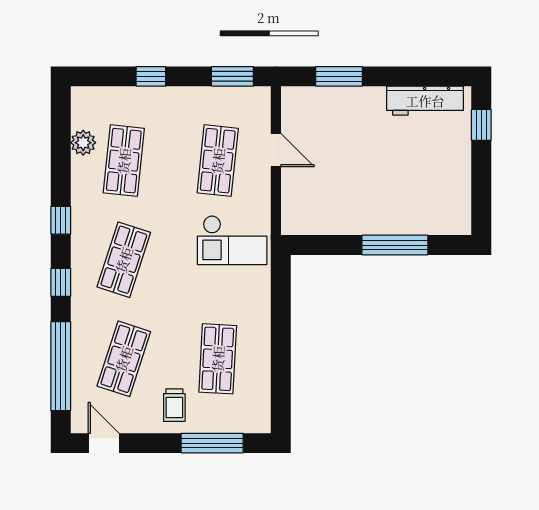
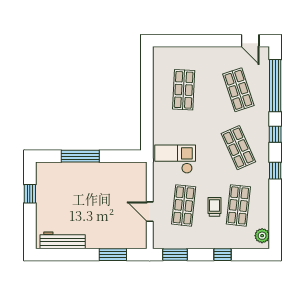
window: (481, 125) -> (30, 194), moved
plant: (83, 143) -> (262, 236), moved
shop shelf: (124, 260) -> (238, 148), turned -42
shop shelf: (124, 359) -> (238, 90), turned -36
trolley: (174, 405) -> (215, 207), moved
window: (212, 443) -> (187, 41), removed

